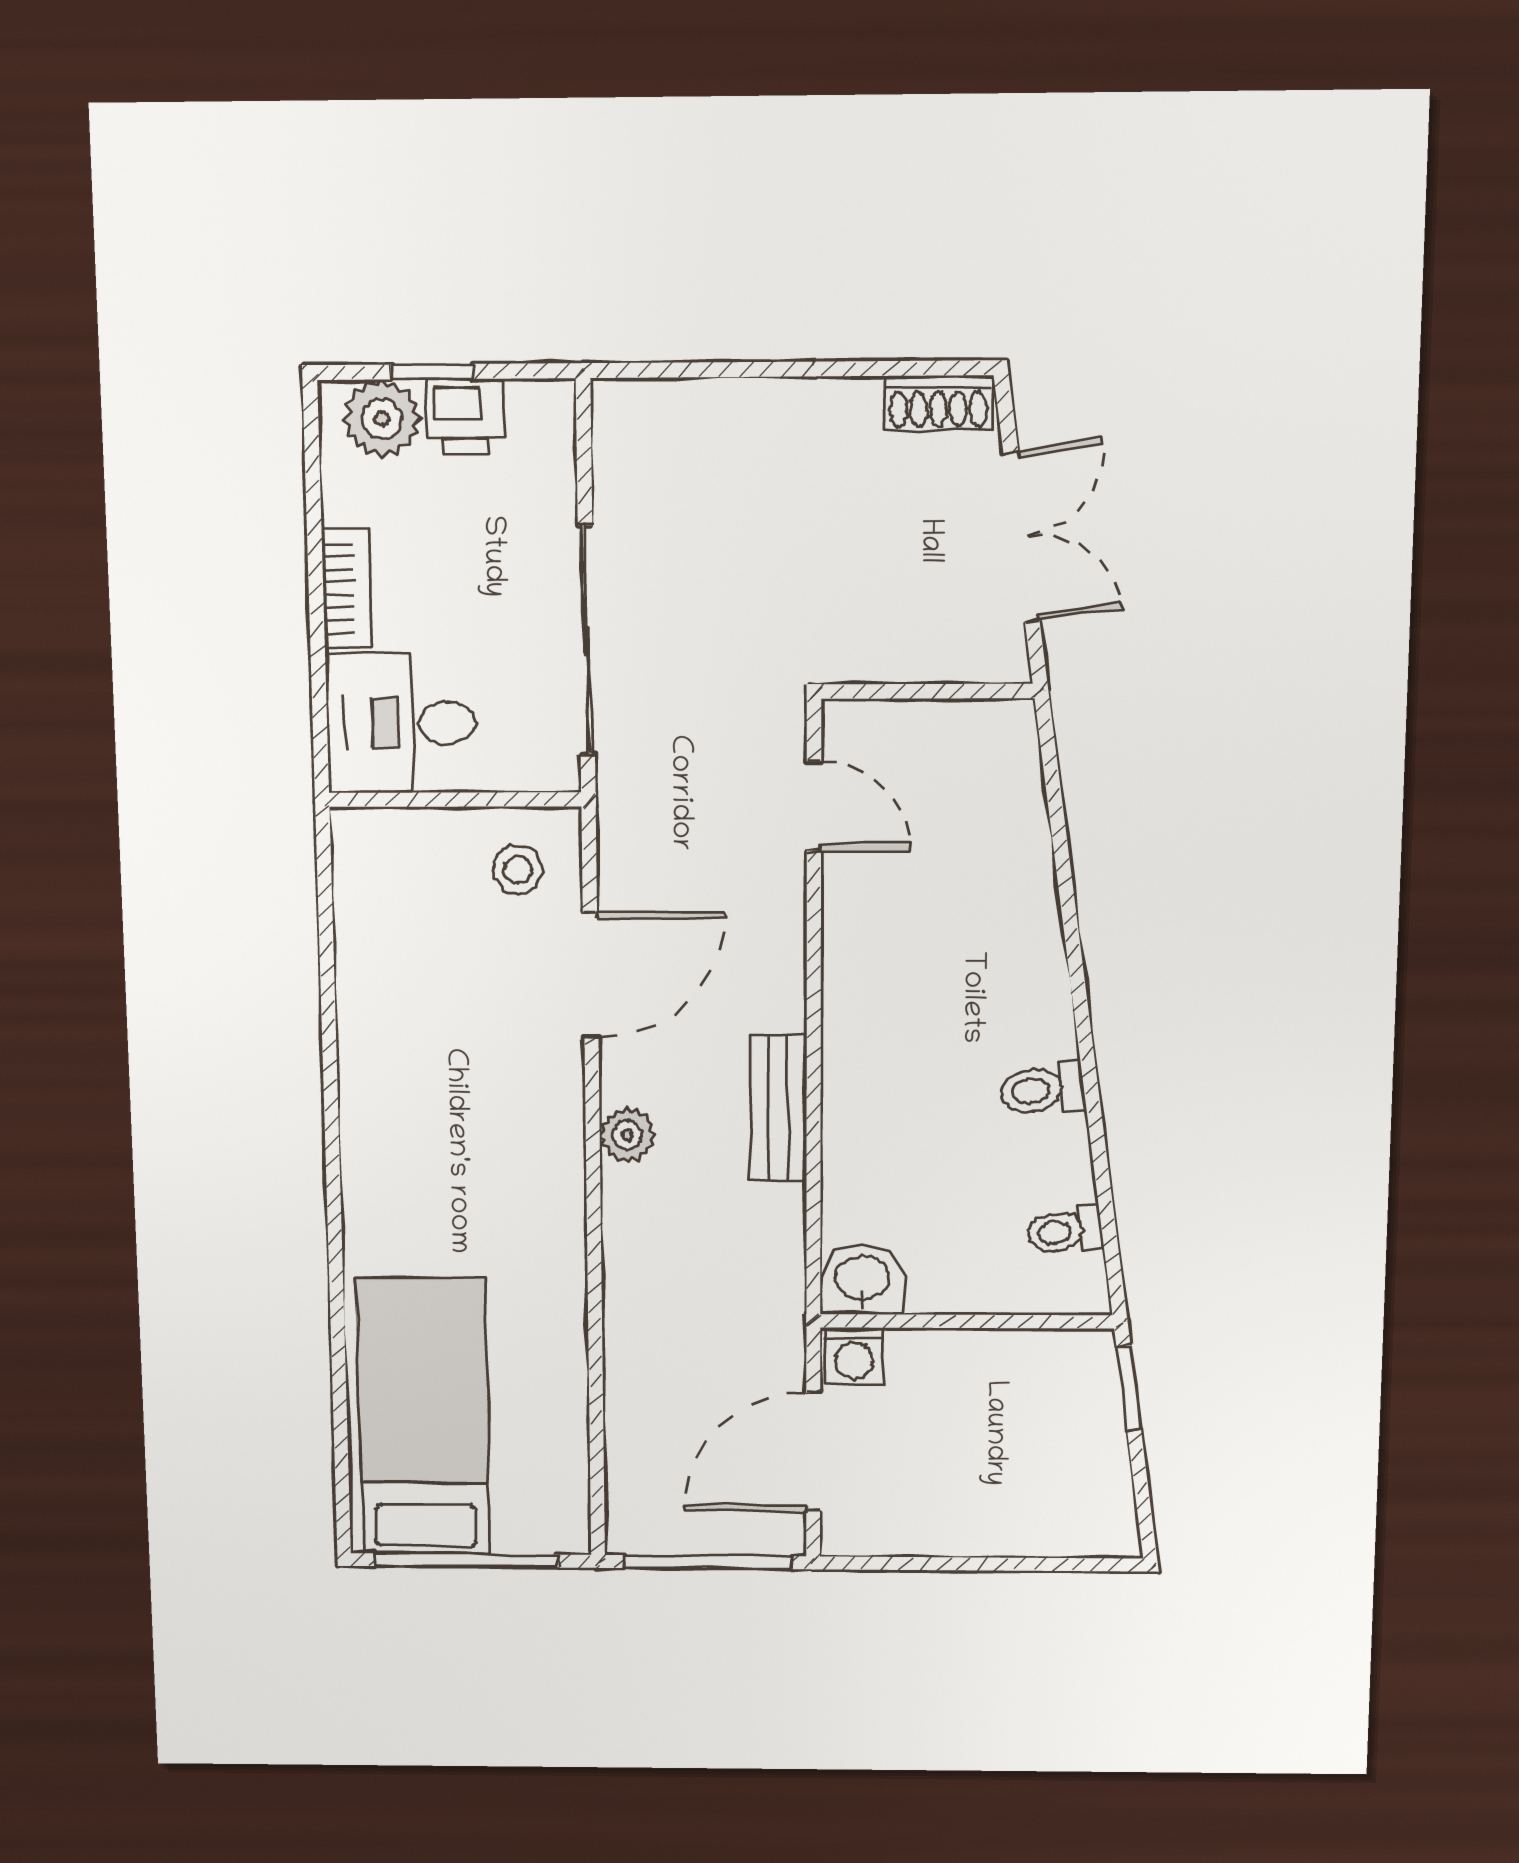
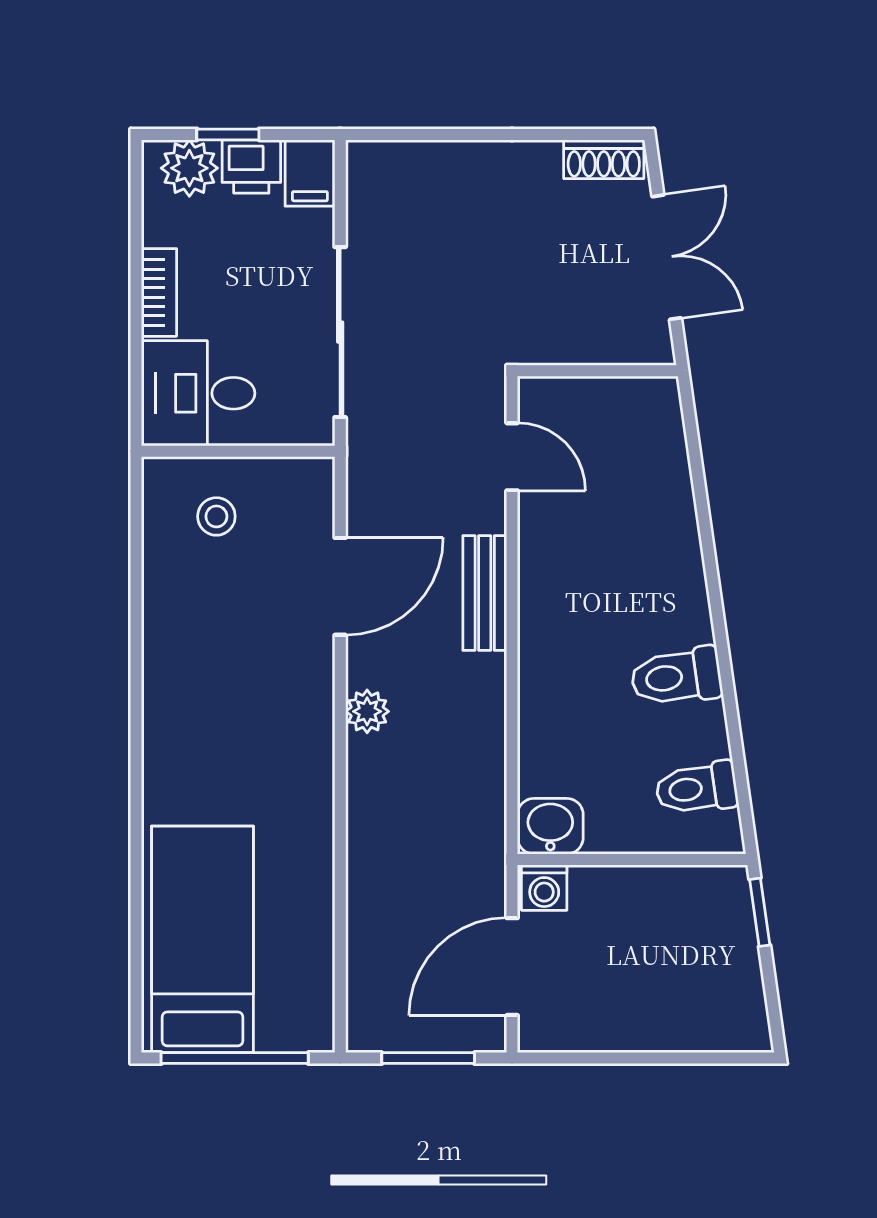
filing cabinet: (543, 424) -> (310, 173), added
stool: (518, 870) -> (216, 516), moved
toilet: (1042, 1089) -> (676, 677), width x1.37, depth x1.39
bench: (778, 1109) -> (485, 593), moved
toilet: (1065, 1231) -> (697, 788), width x1.37, depth x1.39
window: (708, 1562) -> (428, 1058), width x0.69

